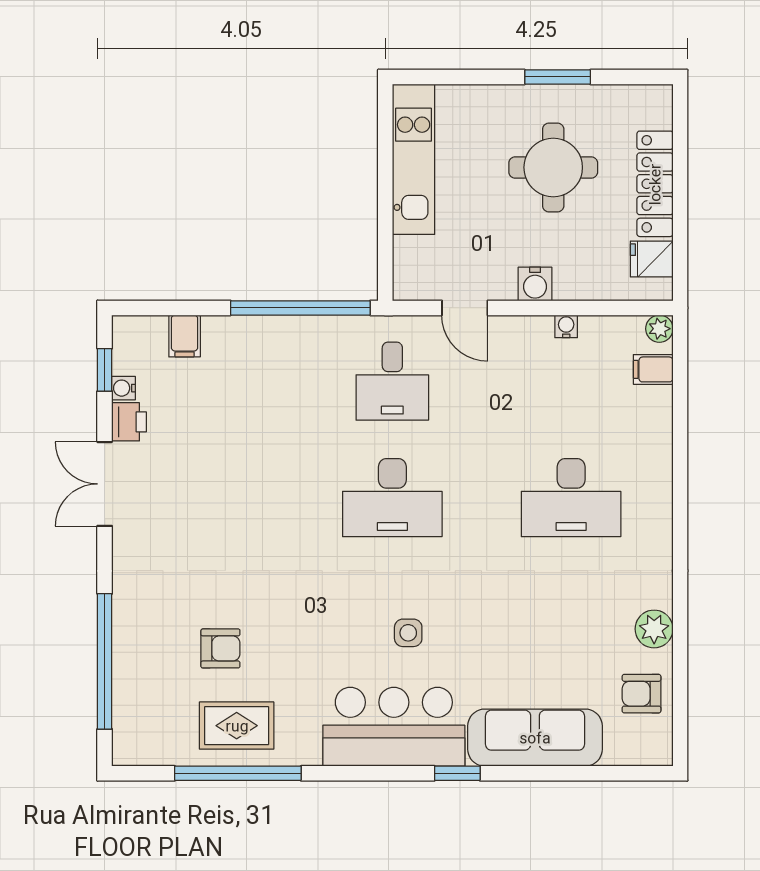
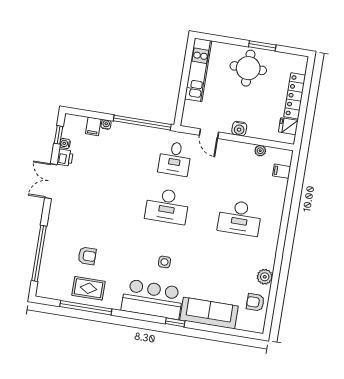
round table: (553, 167) -> (248, 68), moved
water cooler: (566, 326) -> (106, 124), moved
plant: (659, 329) -> (260, 151), moved

